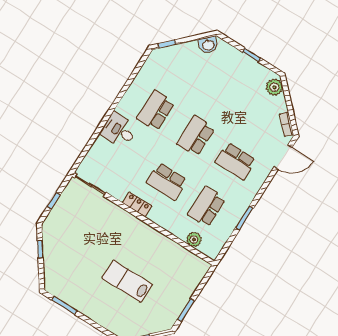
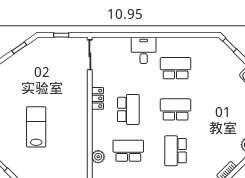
school desk: (167, 181) -> (128, 109), turned 180

